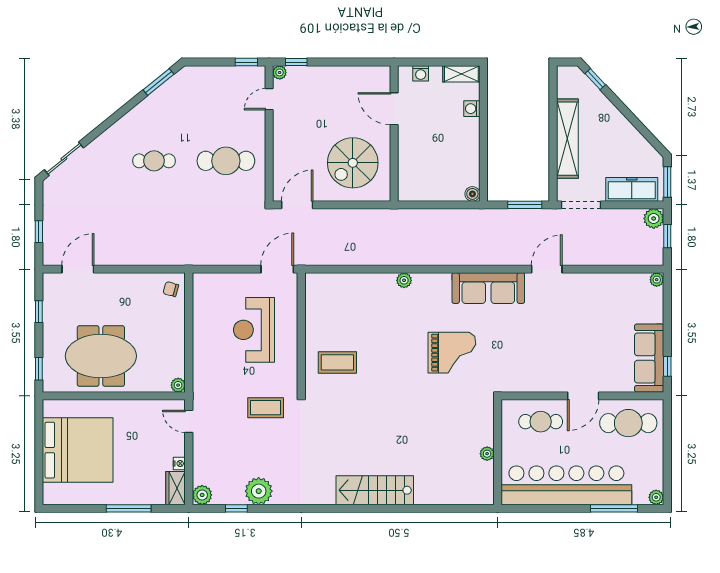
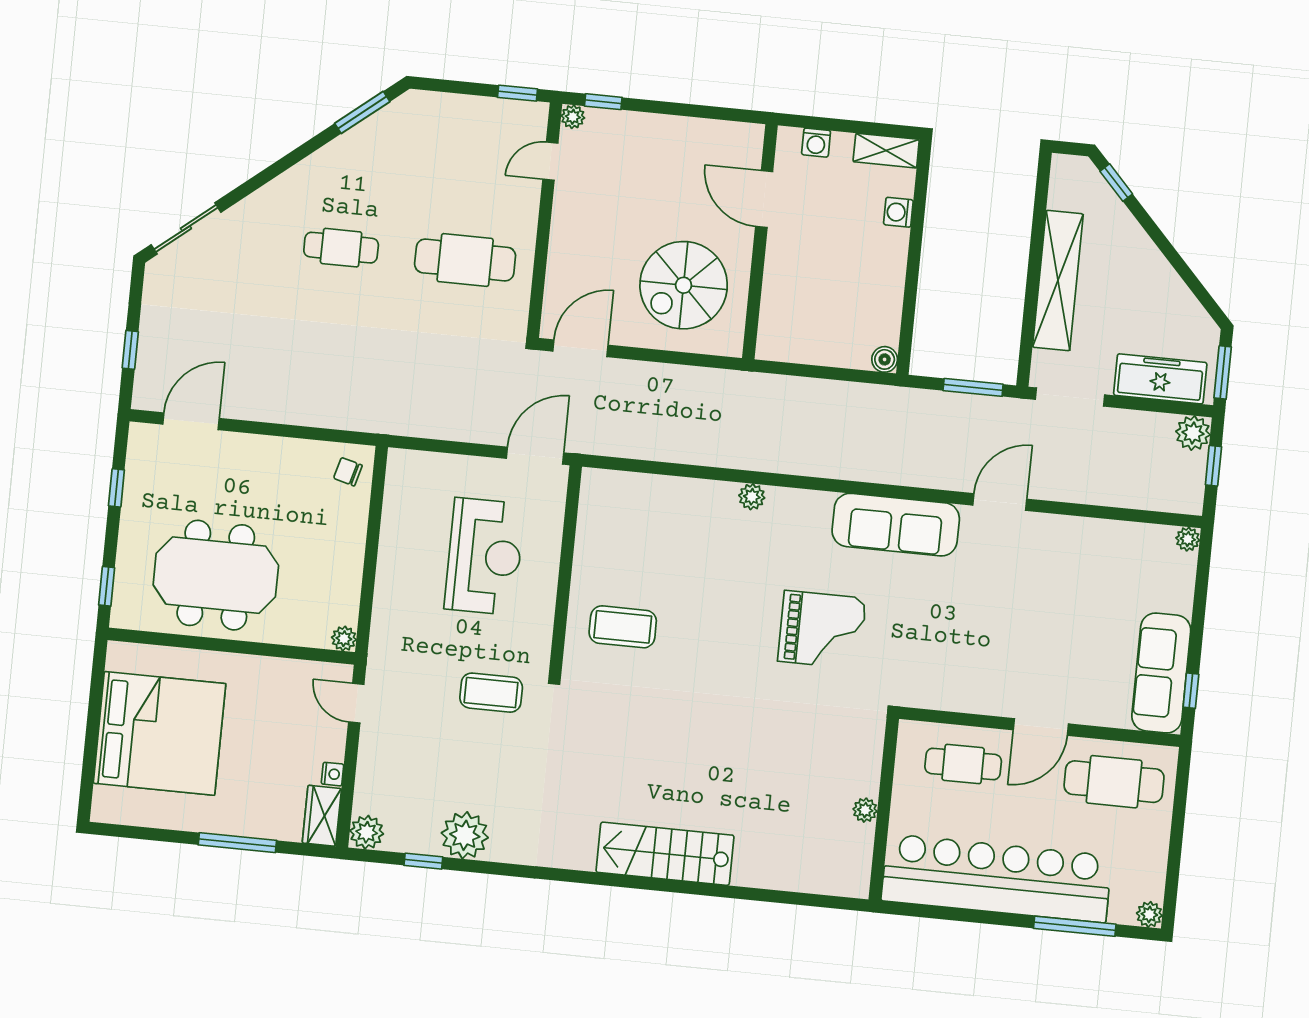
reception desk: (254, 330) -> (484, 556), turned 180

